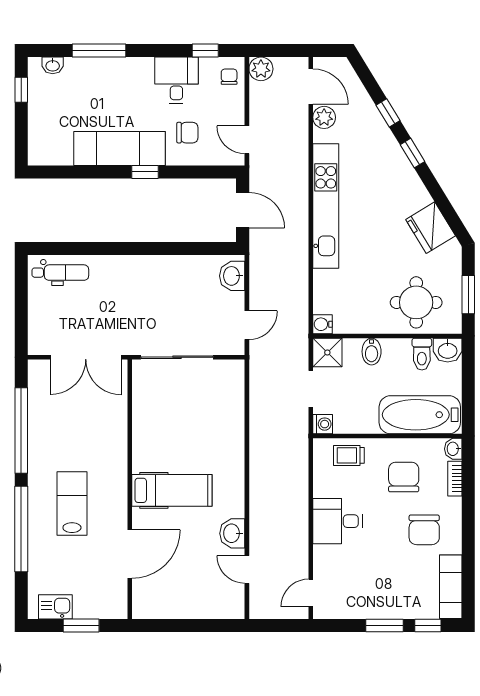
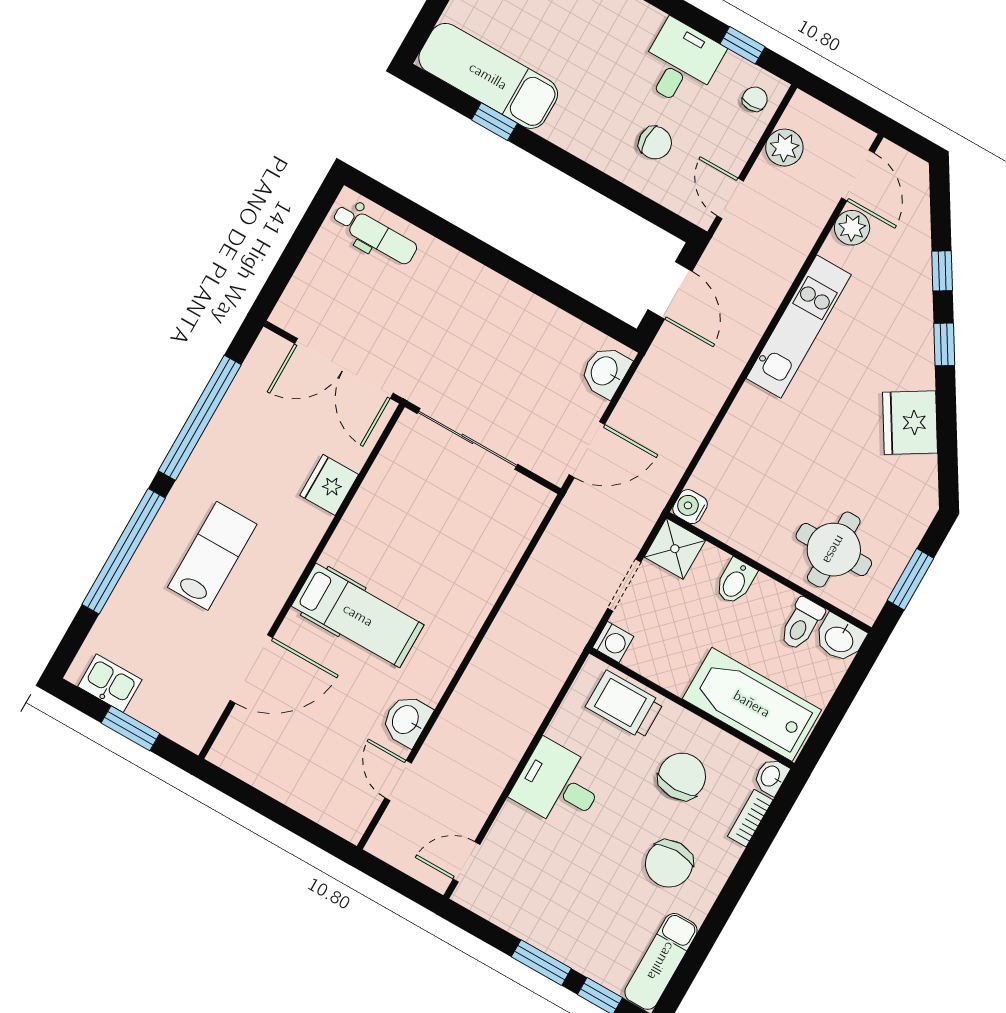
plant: (261, 69) -> (784, 148), moved
exam couch: (119, 148) -> (488, 76), moved
window: (145, 172) -> (494, 122), moved
kitchen unit: (326, 206) -> (799, 326), width x0.73
fridge: (431, 228) -> (910, 423), moved
door: (247, 325) -> (587, 450), width x1.38
fridge: (115, 427) -> (329, 485), added
trolley: (349, 455) -> (625, 705), width x1.36, depth x1.39

